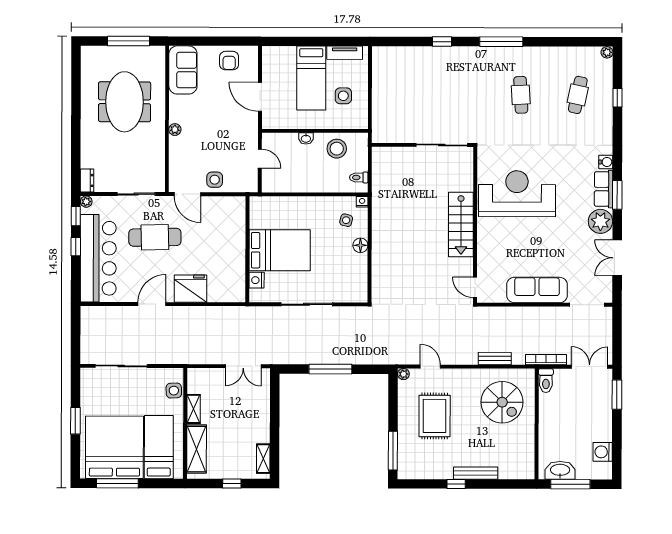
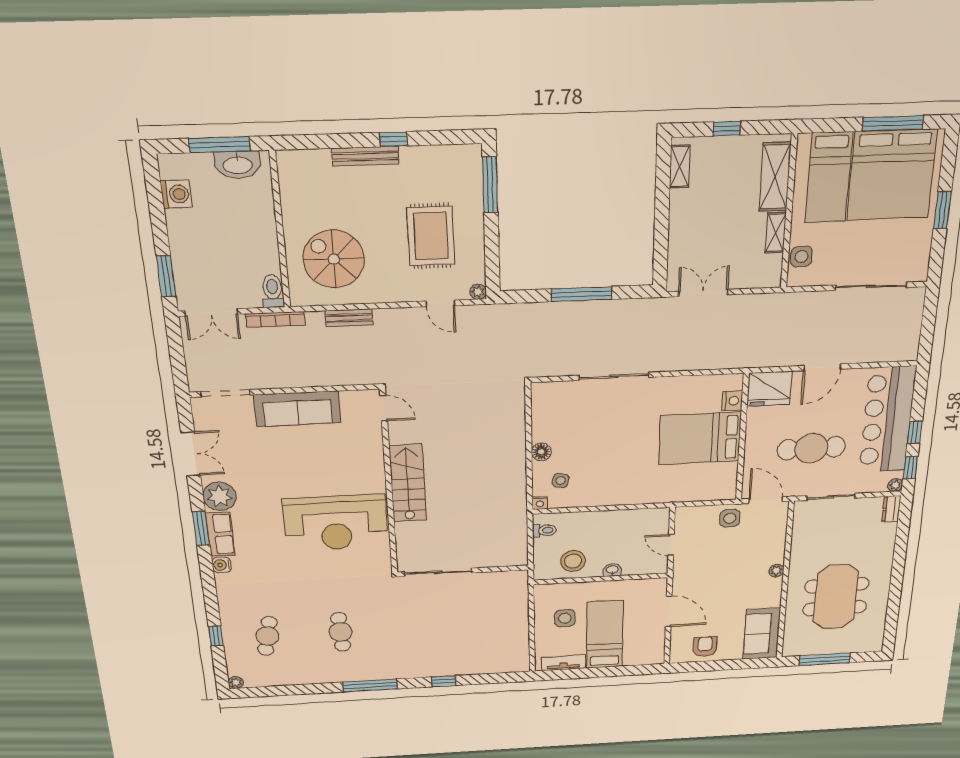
wall: (247, 249) -> (742, 438), moved
bed: (280, 250) -> (700, 438), moved
nightstand: (257, 280) -> (732, 401), moved

